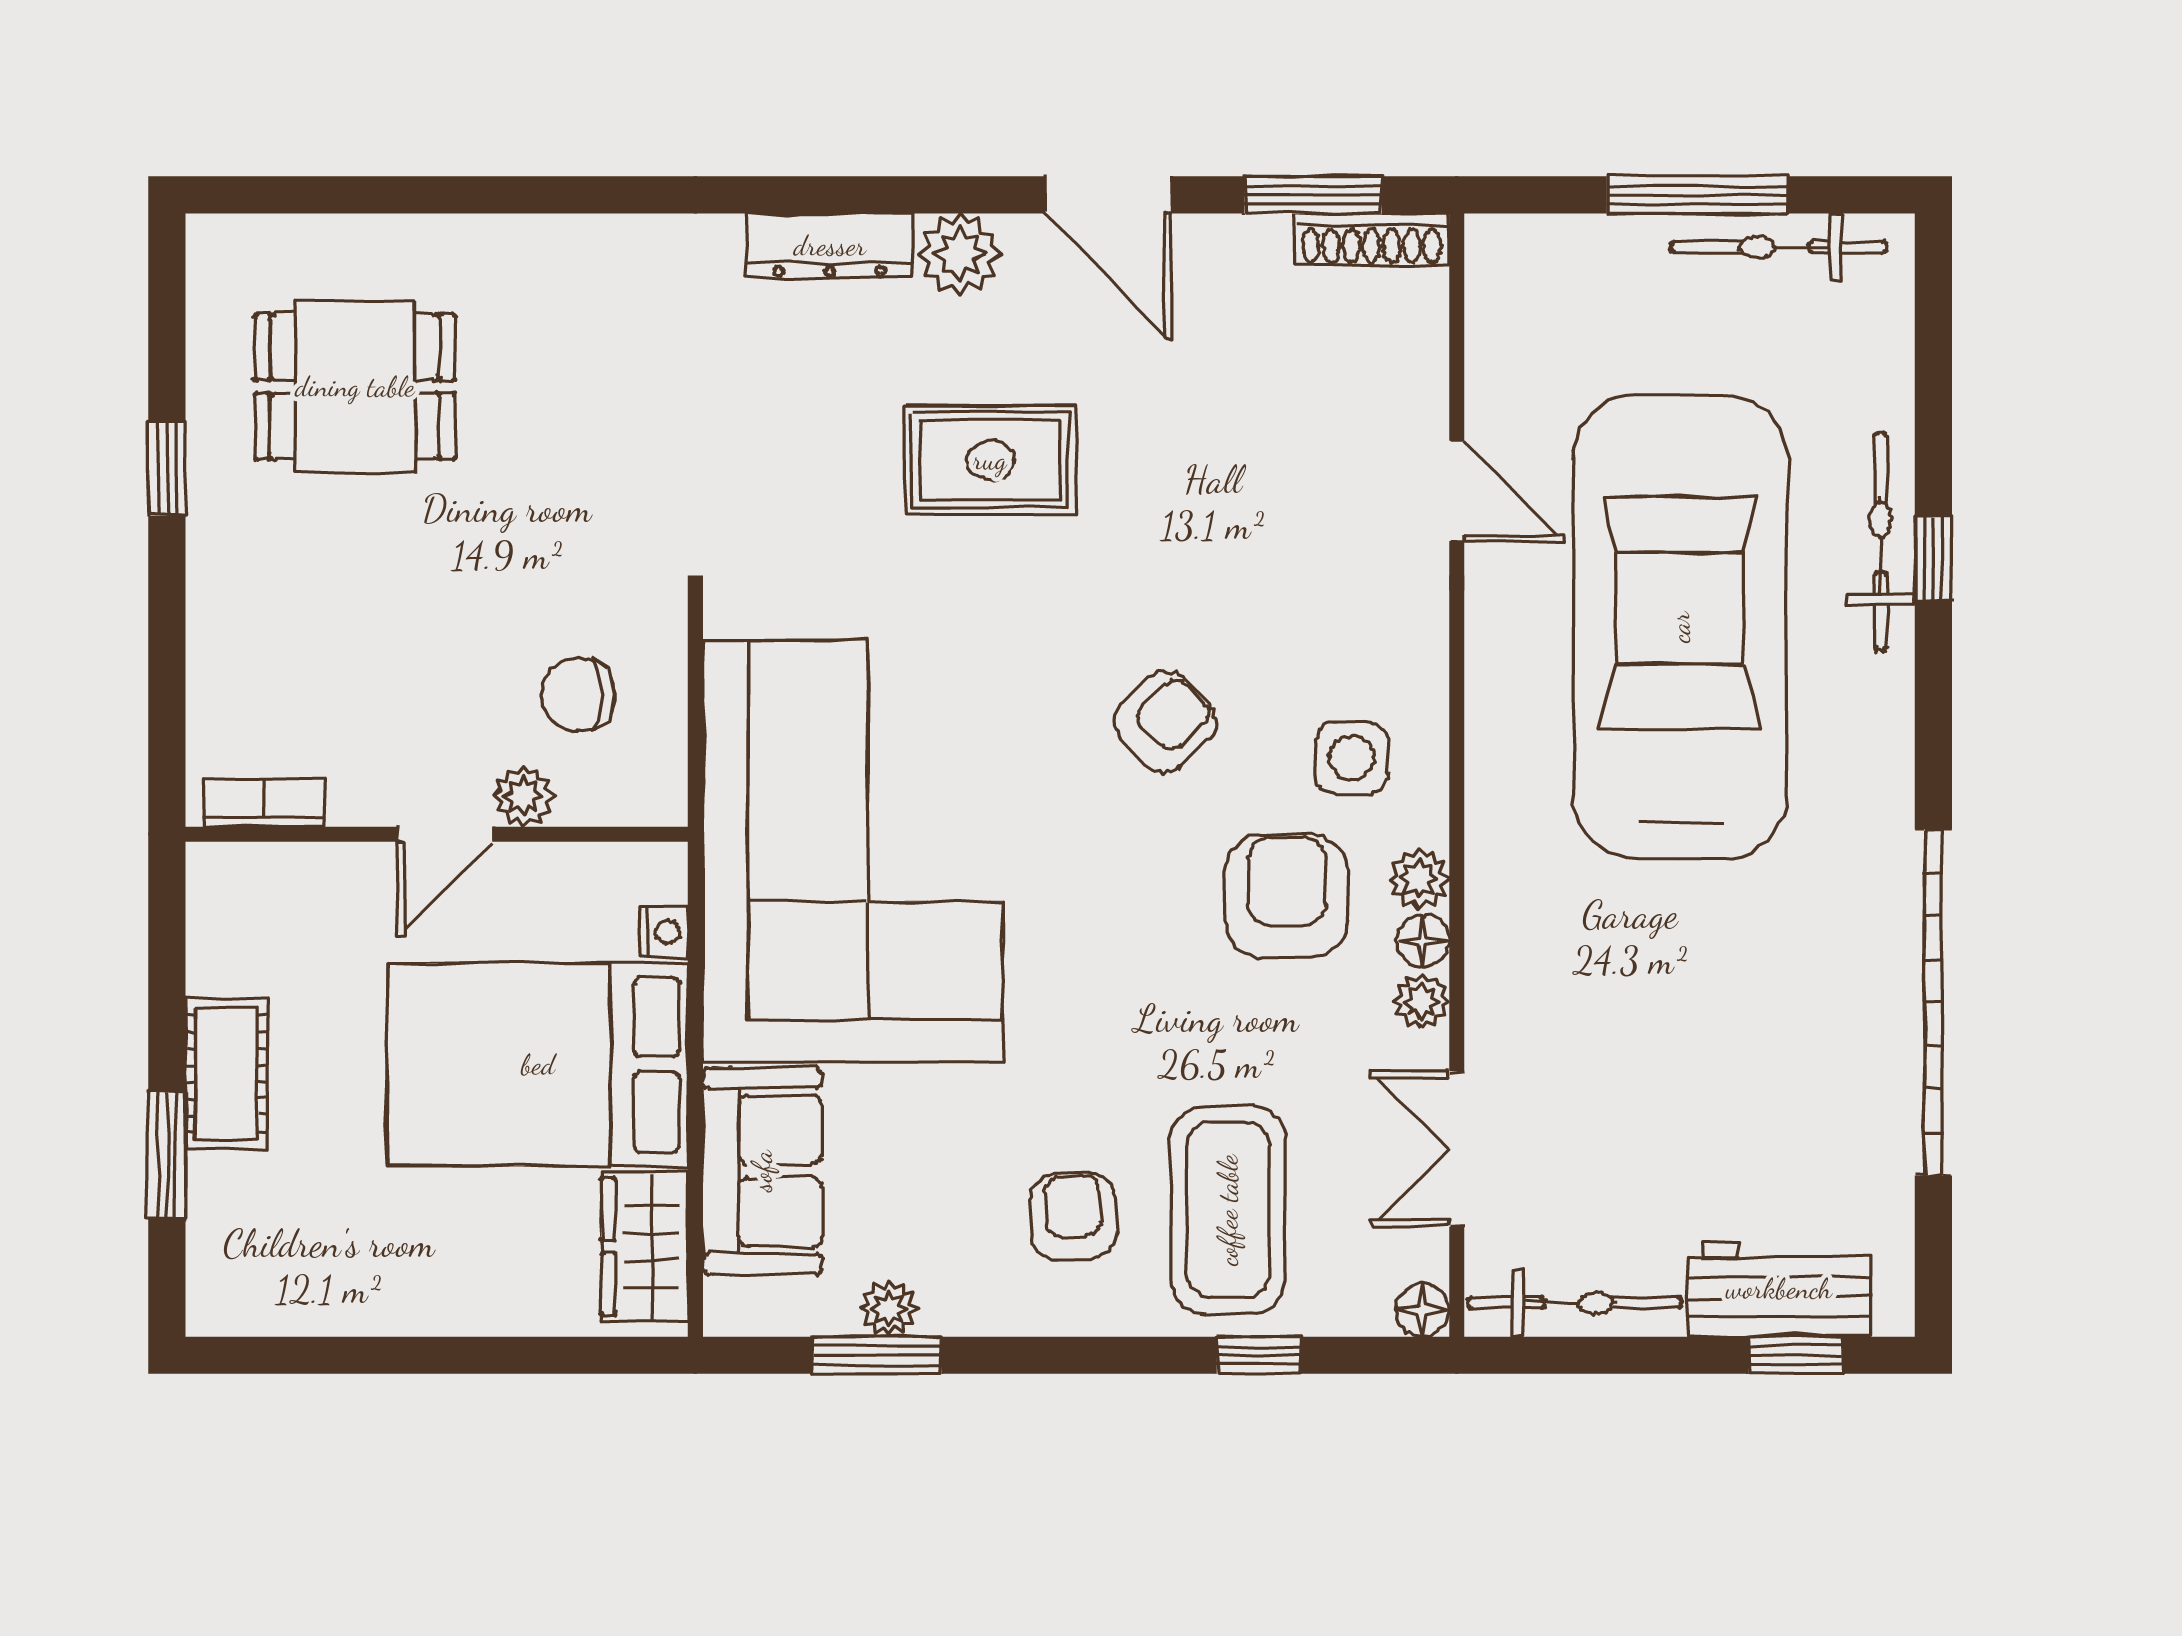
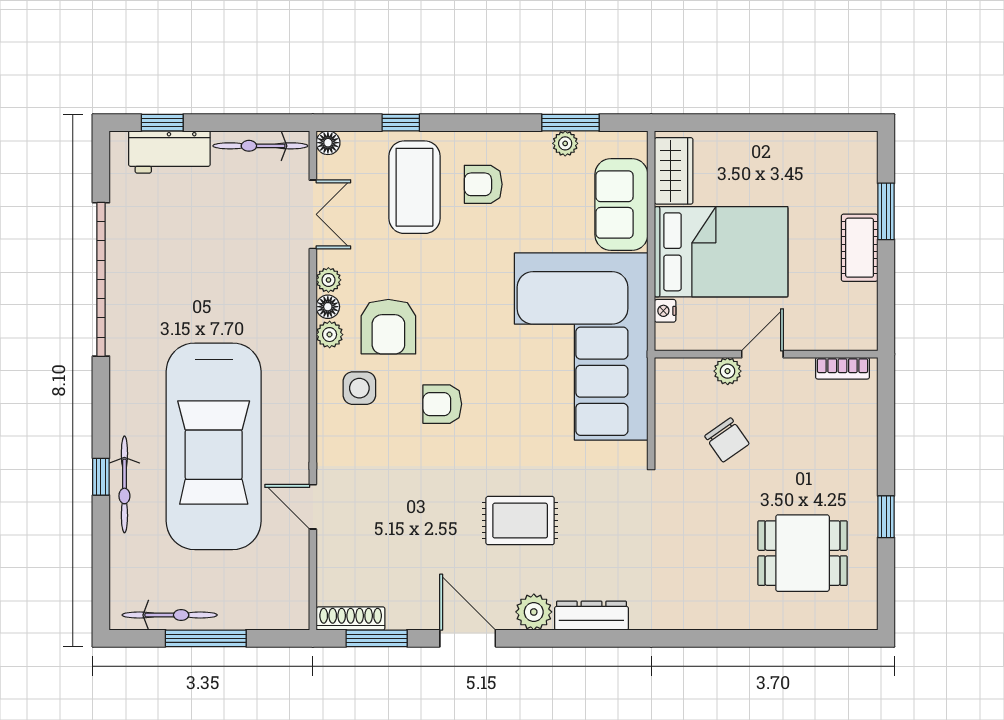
chair: (578, 695) -> (727, 440), moved, turned 55
armchair: (1165, 722) -> (442, 404), turned 43
armchair: (1073, 1216) -> (483, 184), turned 92

